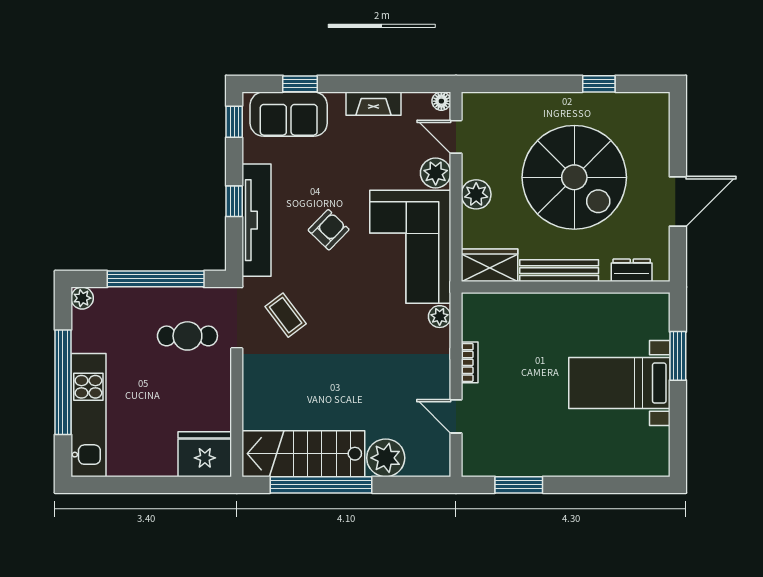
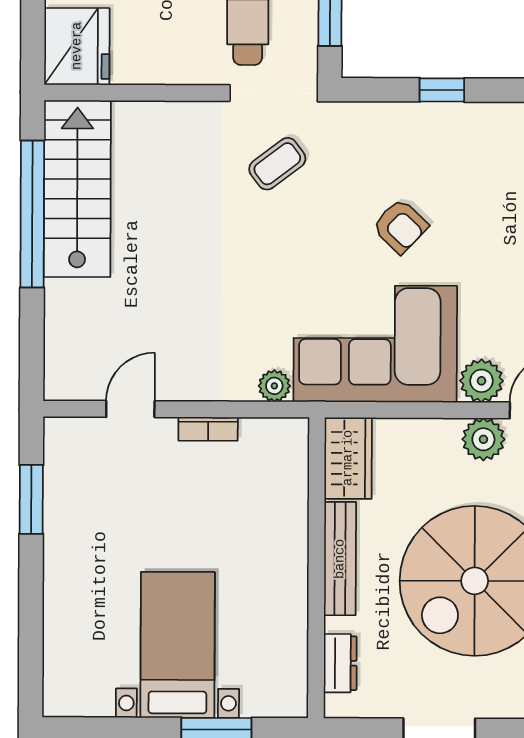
plant: (476, 194) -> (483, 439), moved
tv unit: (257, 220) -> (414, 122), removed
plant: (386, 458) -> (71, 307), removed

